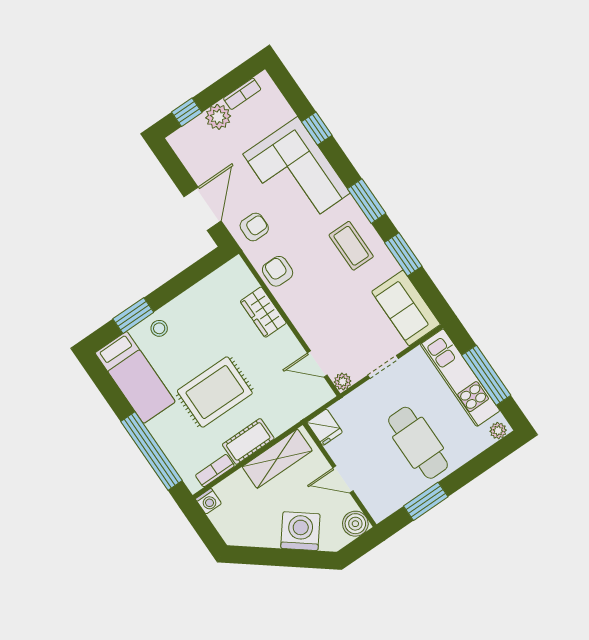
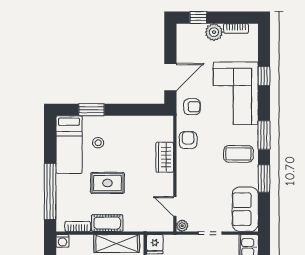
coffee table: (351, 246) -> (238, 154), turned 90
stool: (159, 328) -> (98, 143), moved
rug: (215, 392) -> (107, 183), width x0.73, depth x0.70

